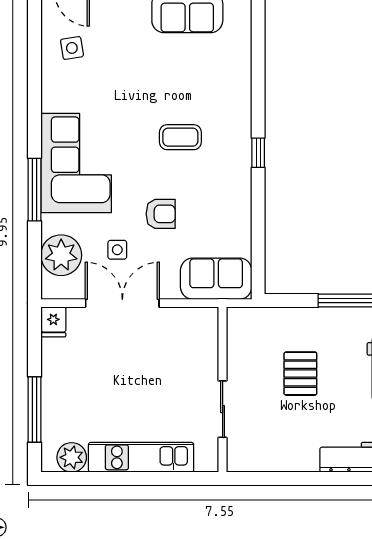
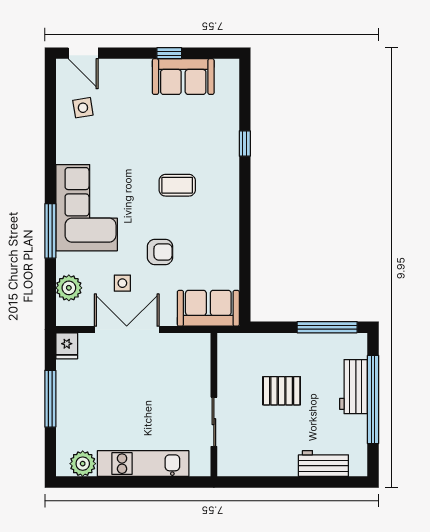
window: (258, 153) -> (245, 144), moved
plant: (61, 255) -> (69, 288), width x0.73, depth x0.73
pallet: (300, 374) -> (282, 391), turned 90
window: (34, 409) -> (50, 399), moved

